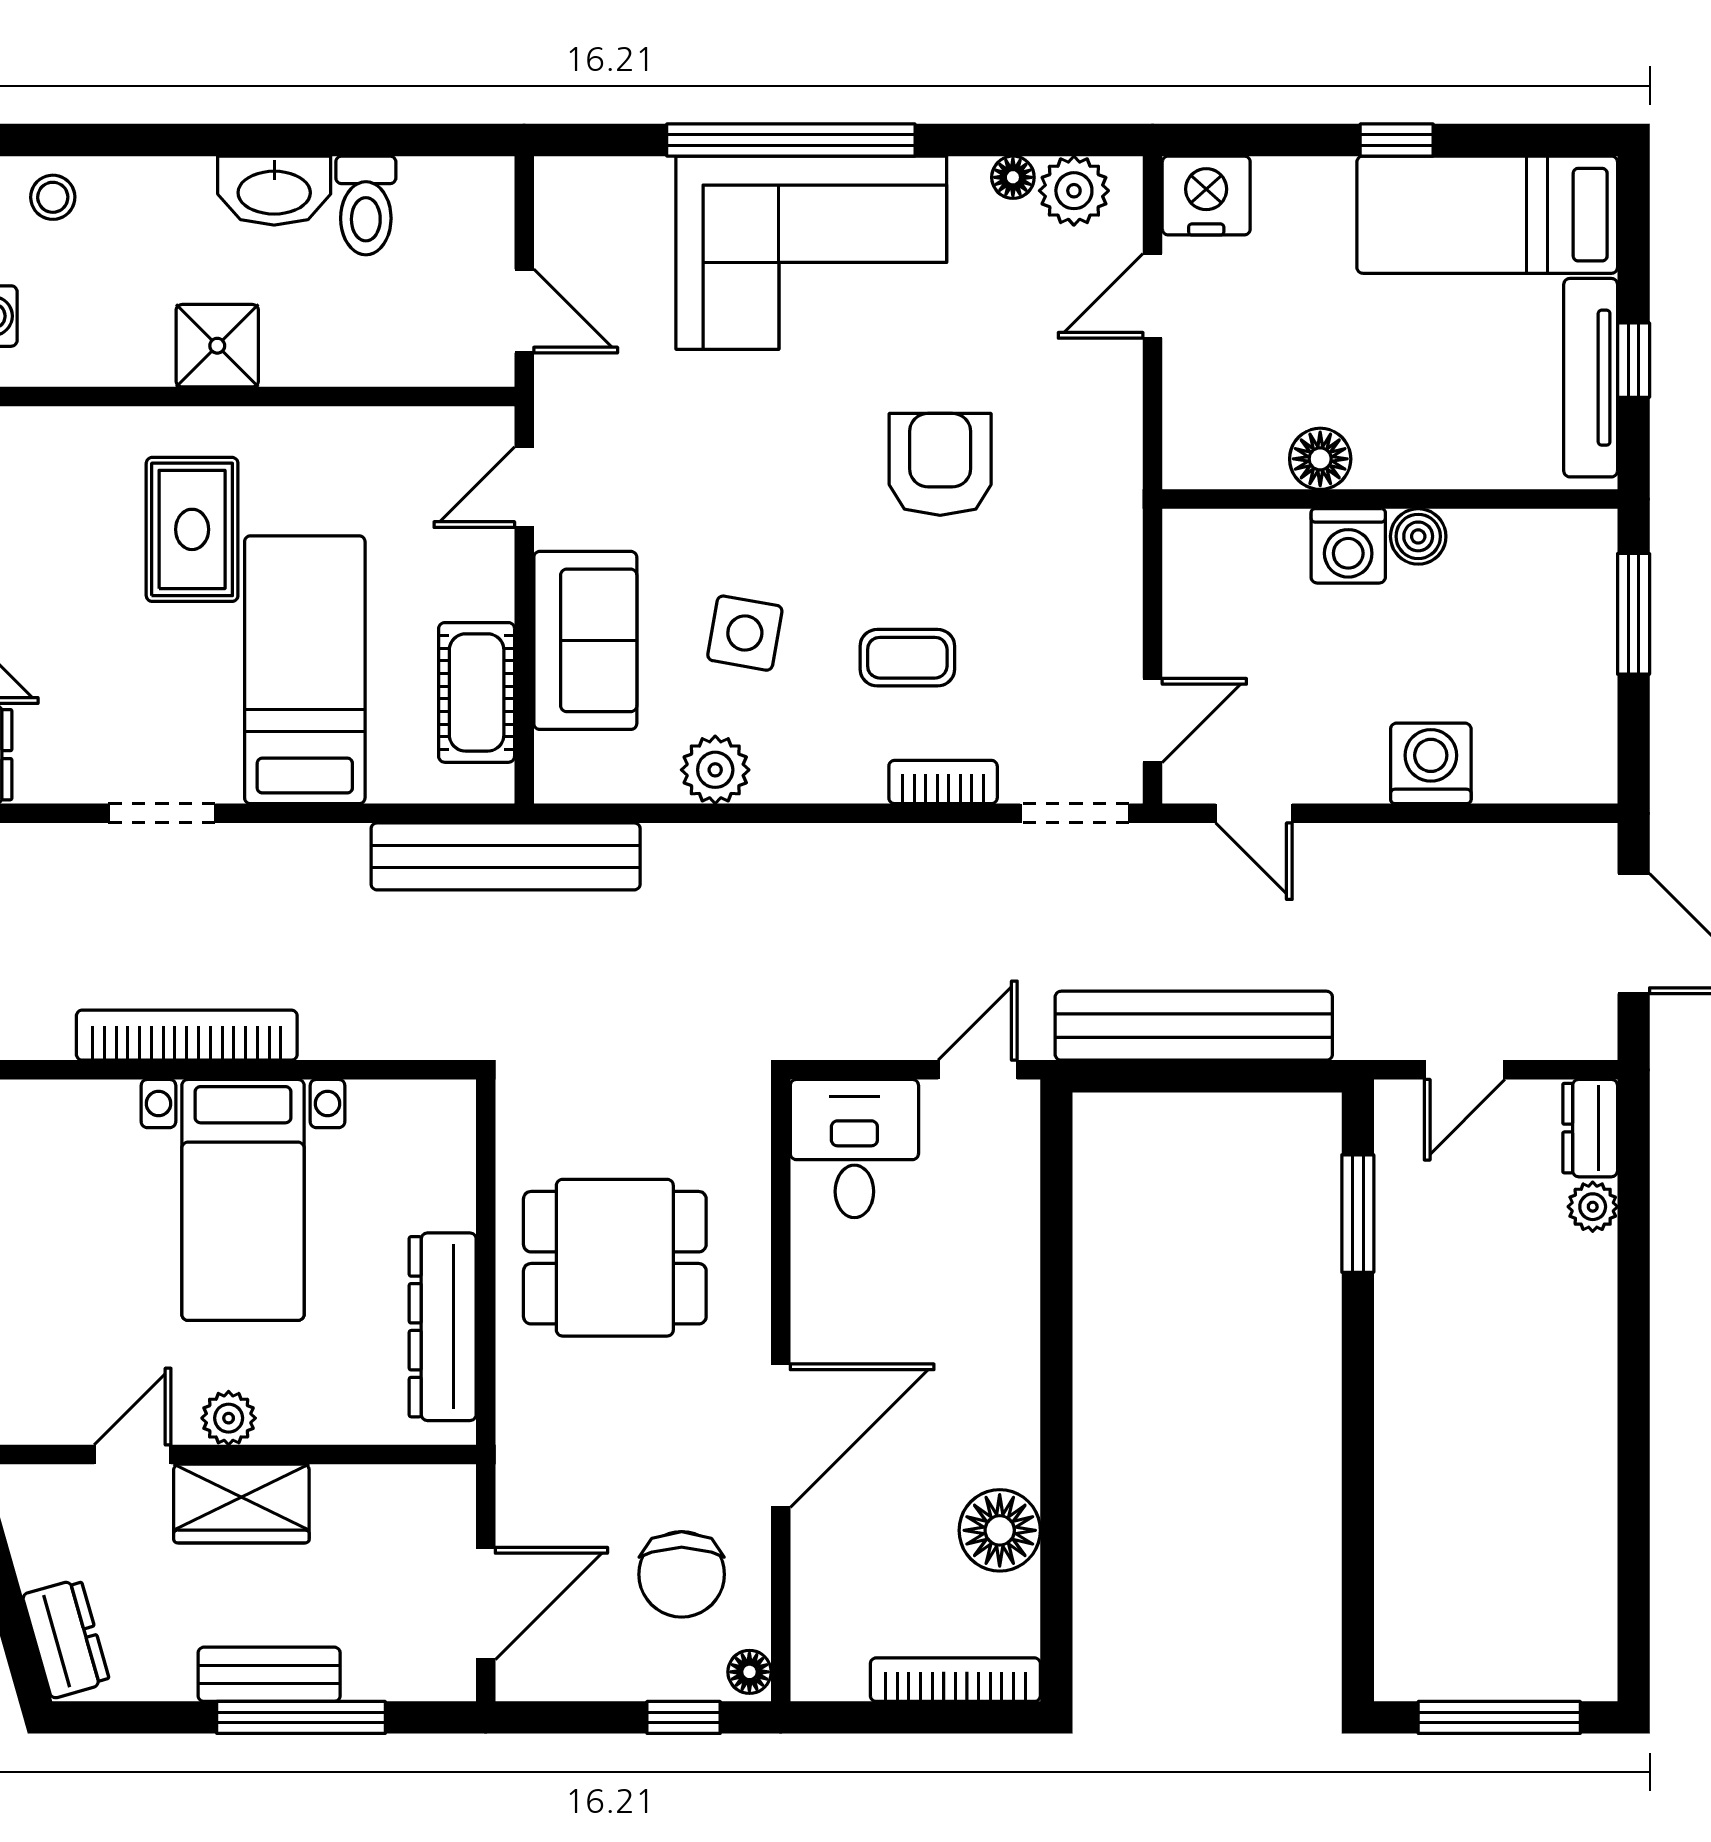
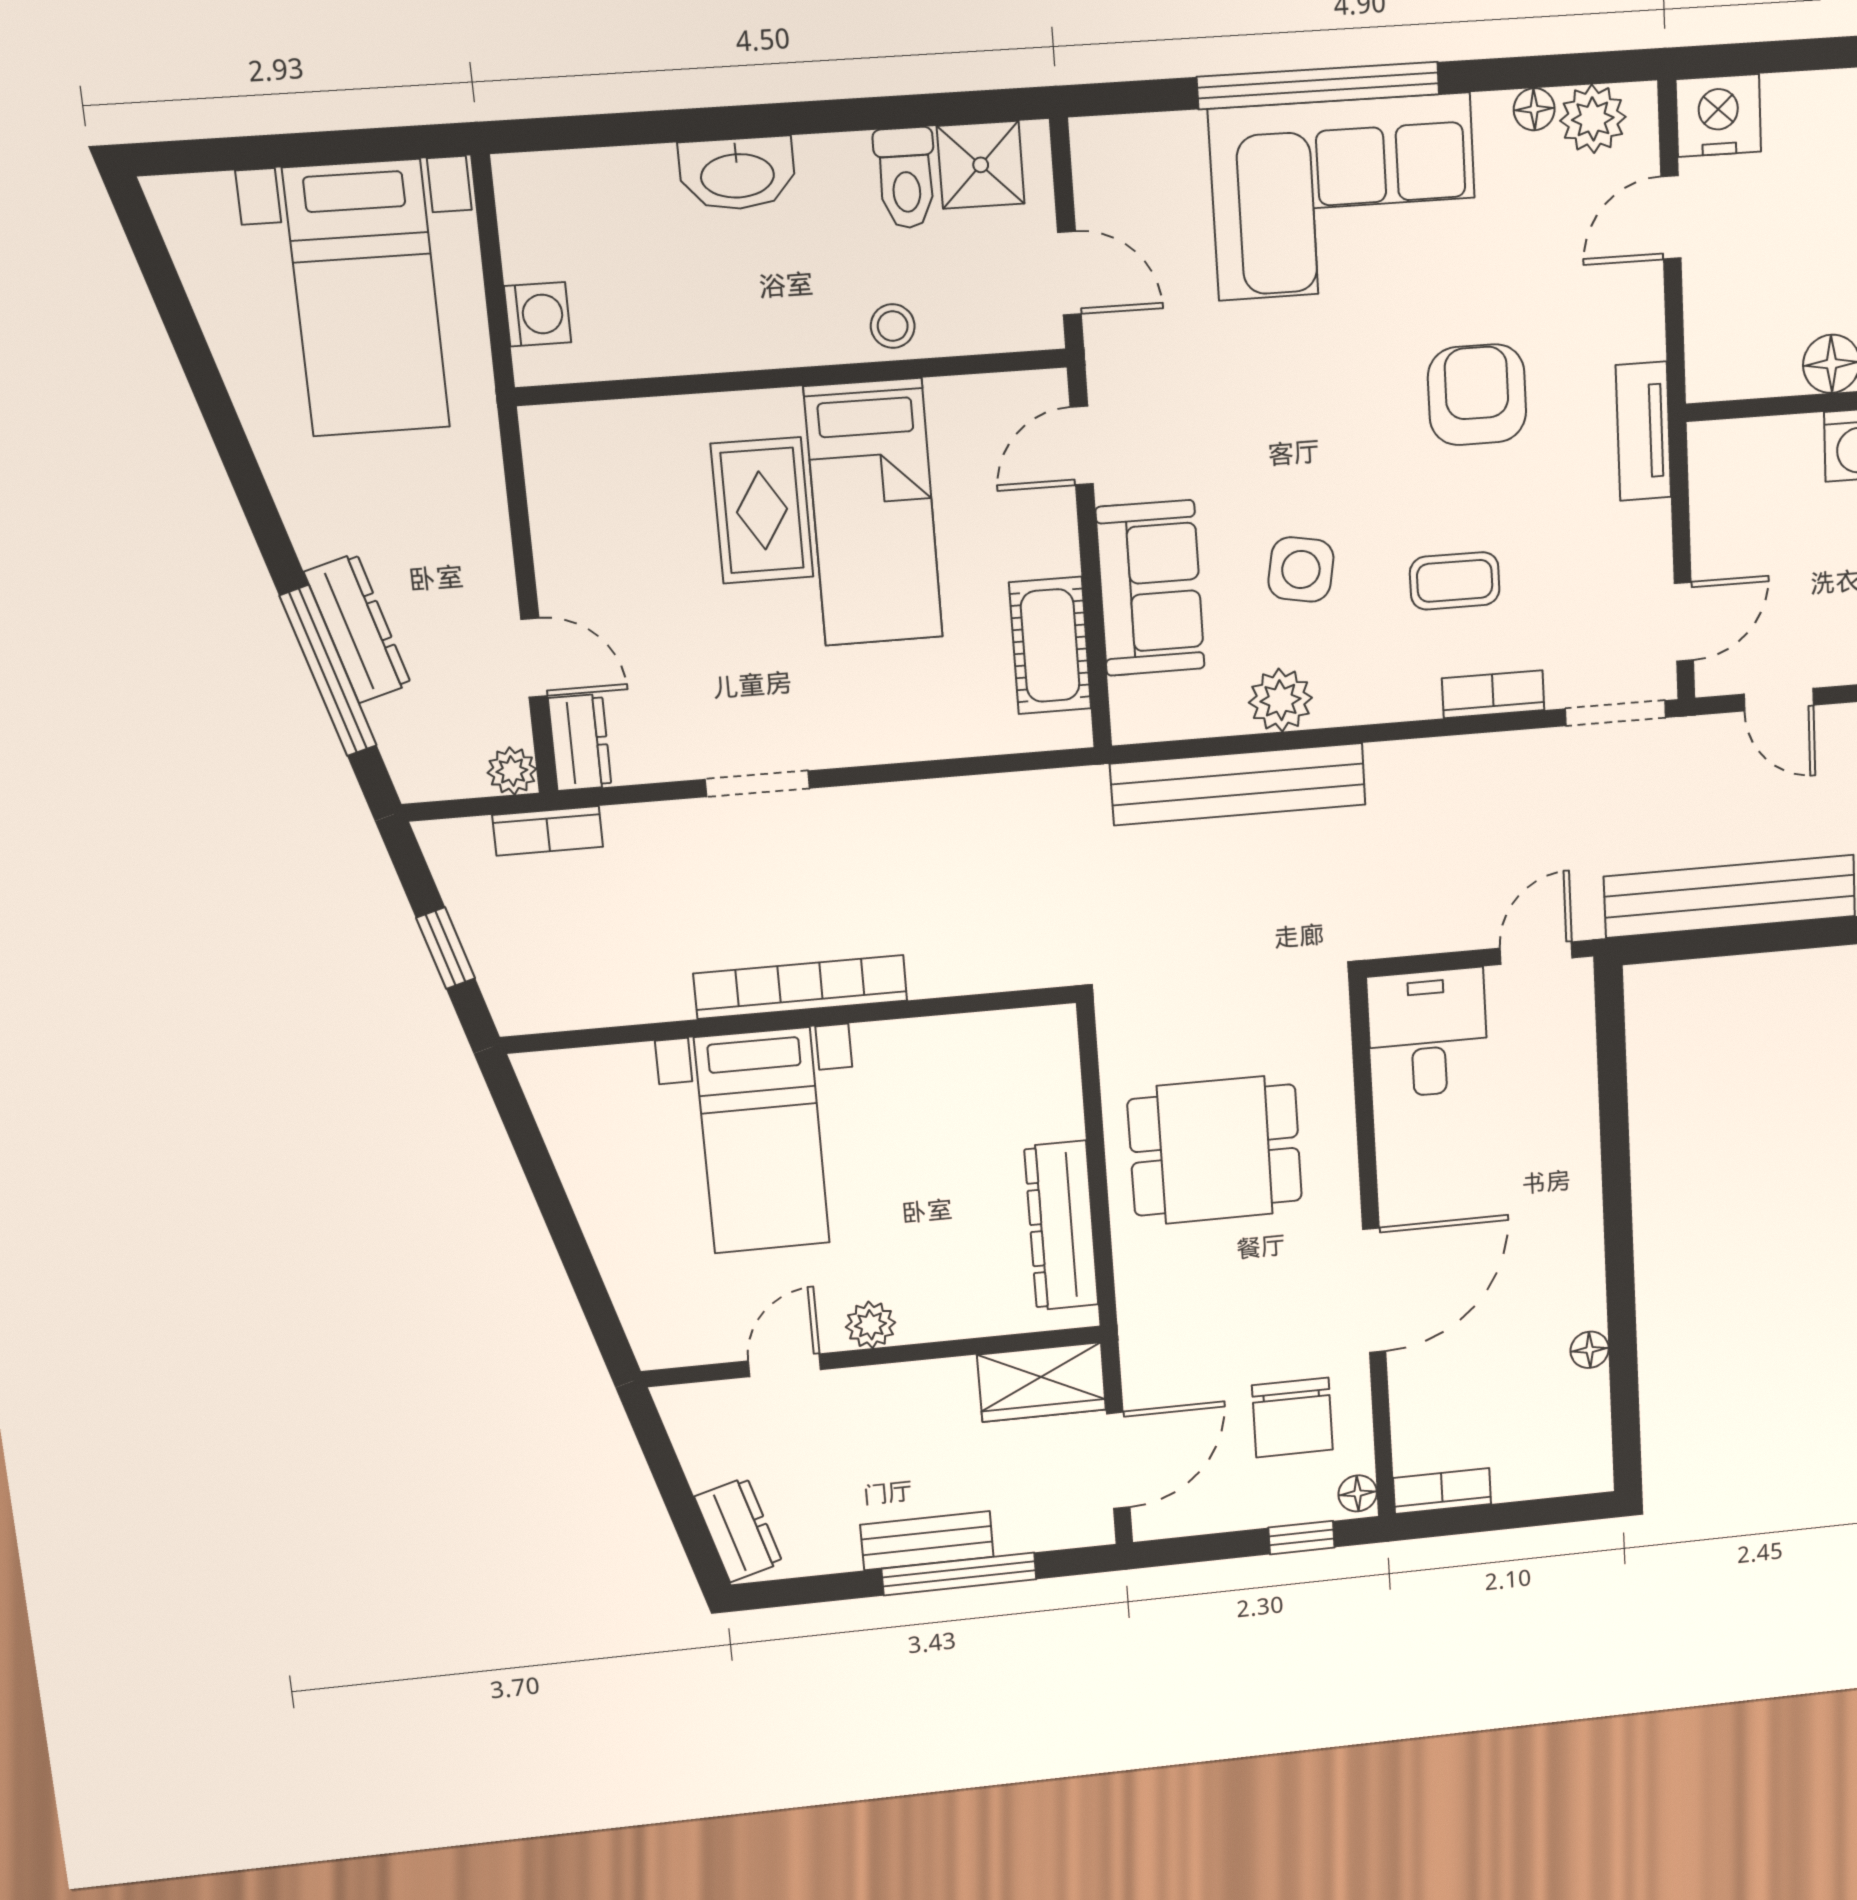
washbasin: (274, 191) -> (737, 174), moved
stool: (53, 197) -> (893, 326), moved
shower: (217, 346) -> (981, 165), moved
tv unit: (1116, 515) -> (1643, 431), added
bed: (305, 670) -> (873, 513), moved, turned 180
bench: (506, 856) -> (1238, 784), moved
bed with nightstands: (243, 1200) -> (762, 1141), moved
wardrobe: (241, 1503) -> (1042, 1382), moved
floor lamp: (1000, 1530) -> (1590, 1350), width x0.53, depth x0.53
bookcase: (955, 1680) -> (1442, 1491), moved, width x0.64

